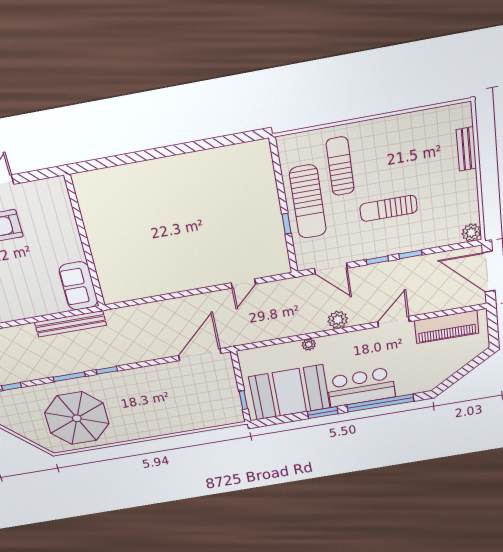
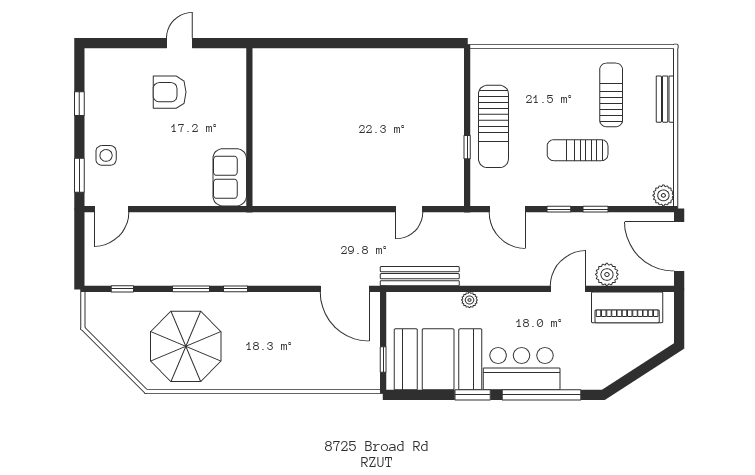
sun lounger: (340, 166) -> (611, 95), moved
plant: (338, 320) -> (607, 274), moved
bench: (70, 324) -> (420, 276), moved
door: (200, 355) -> (345, 289), swing flipped

